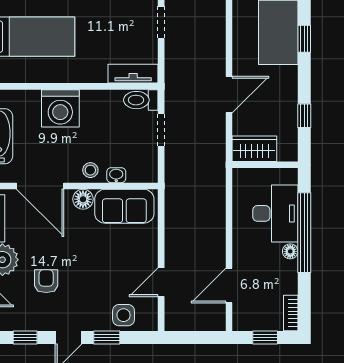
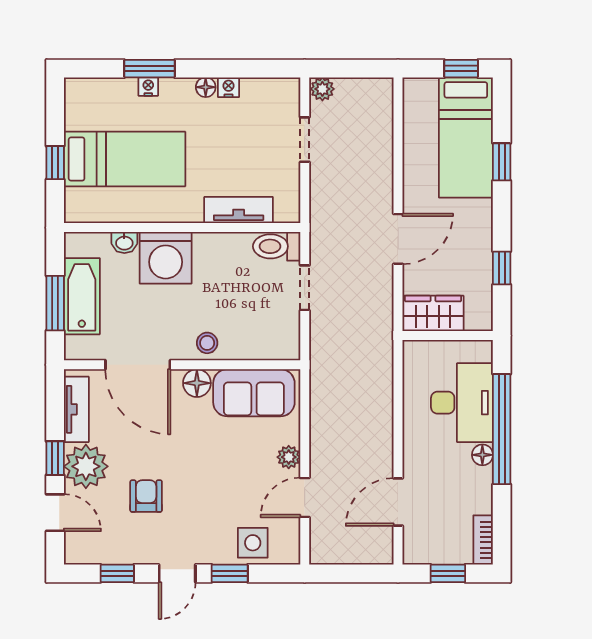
tv unit: (133, 74) -> (239, 210), moved
washbasin: (116, 175) -> (124, 242), moved, turned 180
plant: (150, 253) -> (289, 457), added

